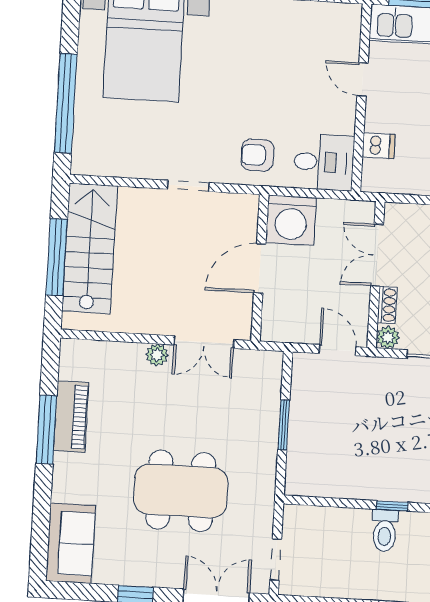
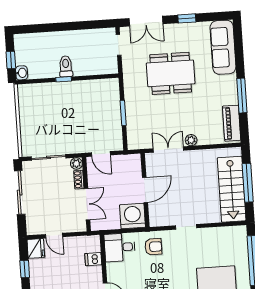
piano: (71, 417) -> (232, 123), moved
sofa: (71, 543) -> (223, 47), width x1.36

